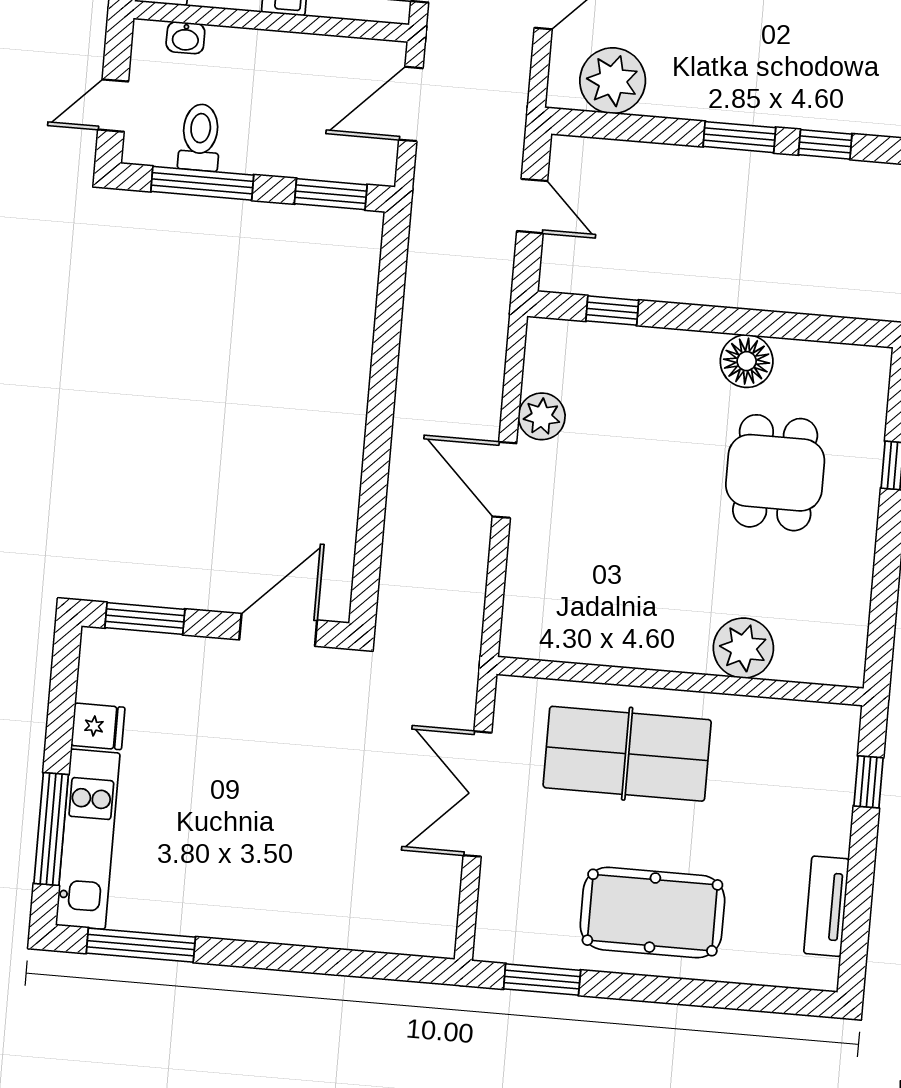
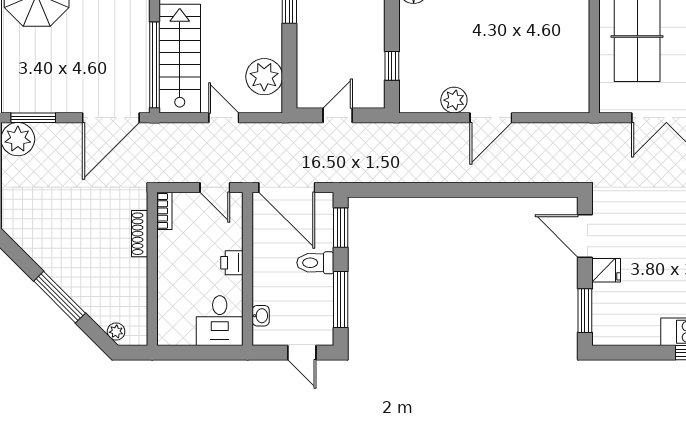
door: (411, 104) -> (287, 187), width x1.36
toilet: (200, 137) -> (315, 263), moved
fridge: (98, 726) -> (606, 270), moved, turned 90

